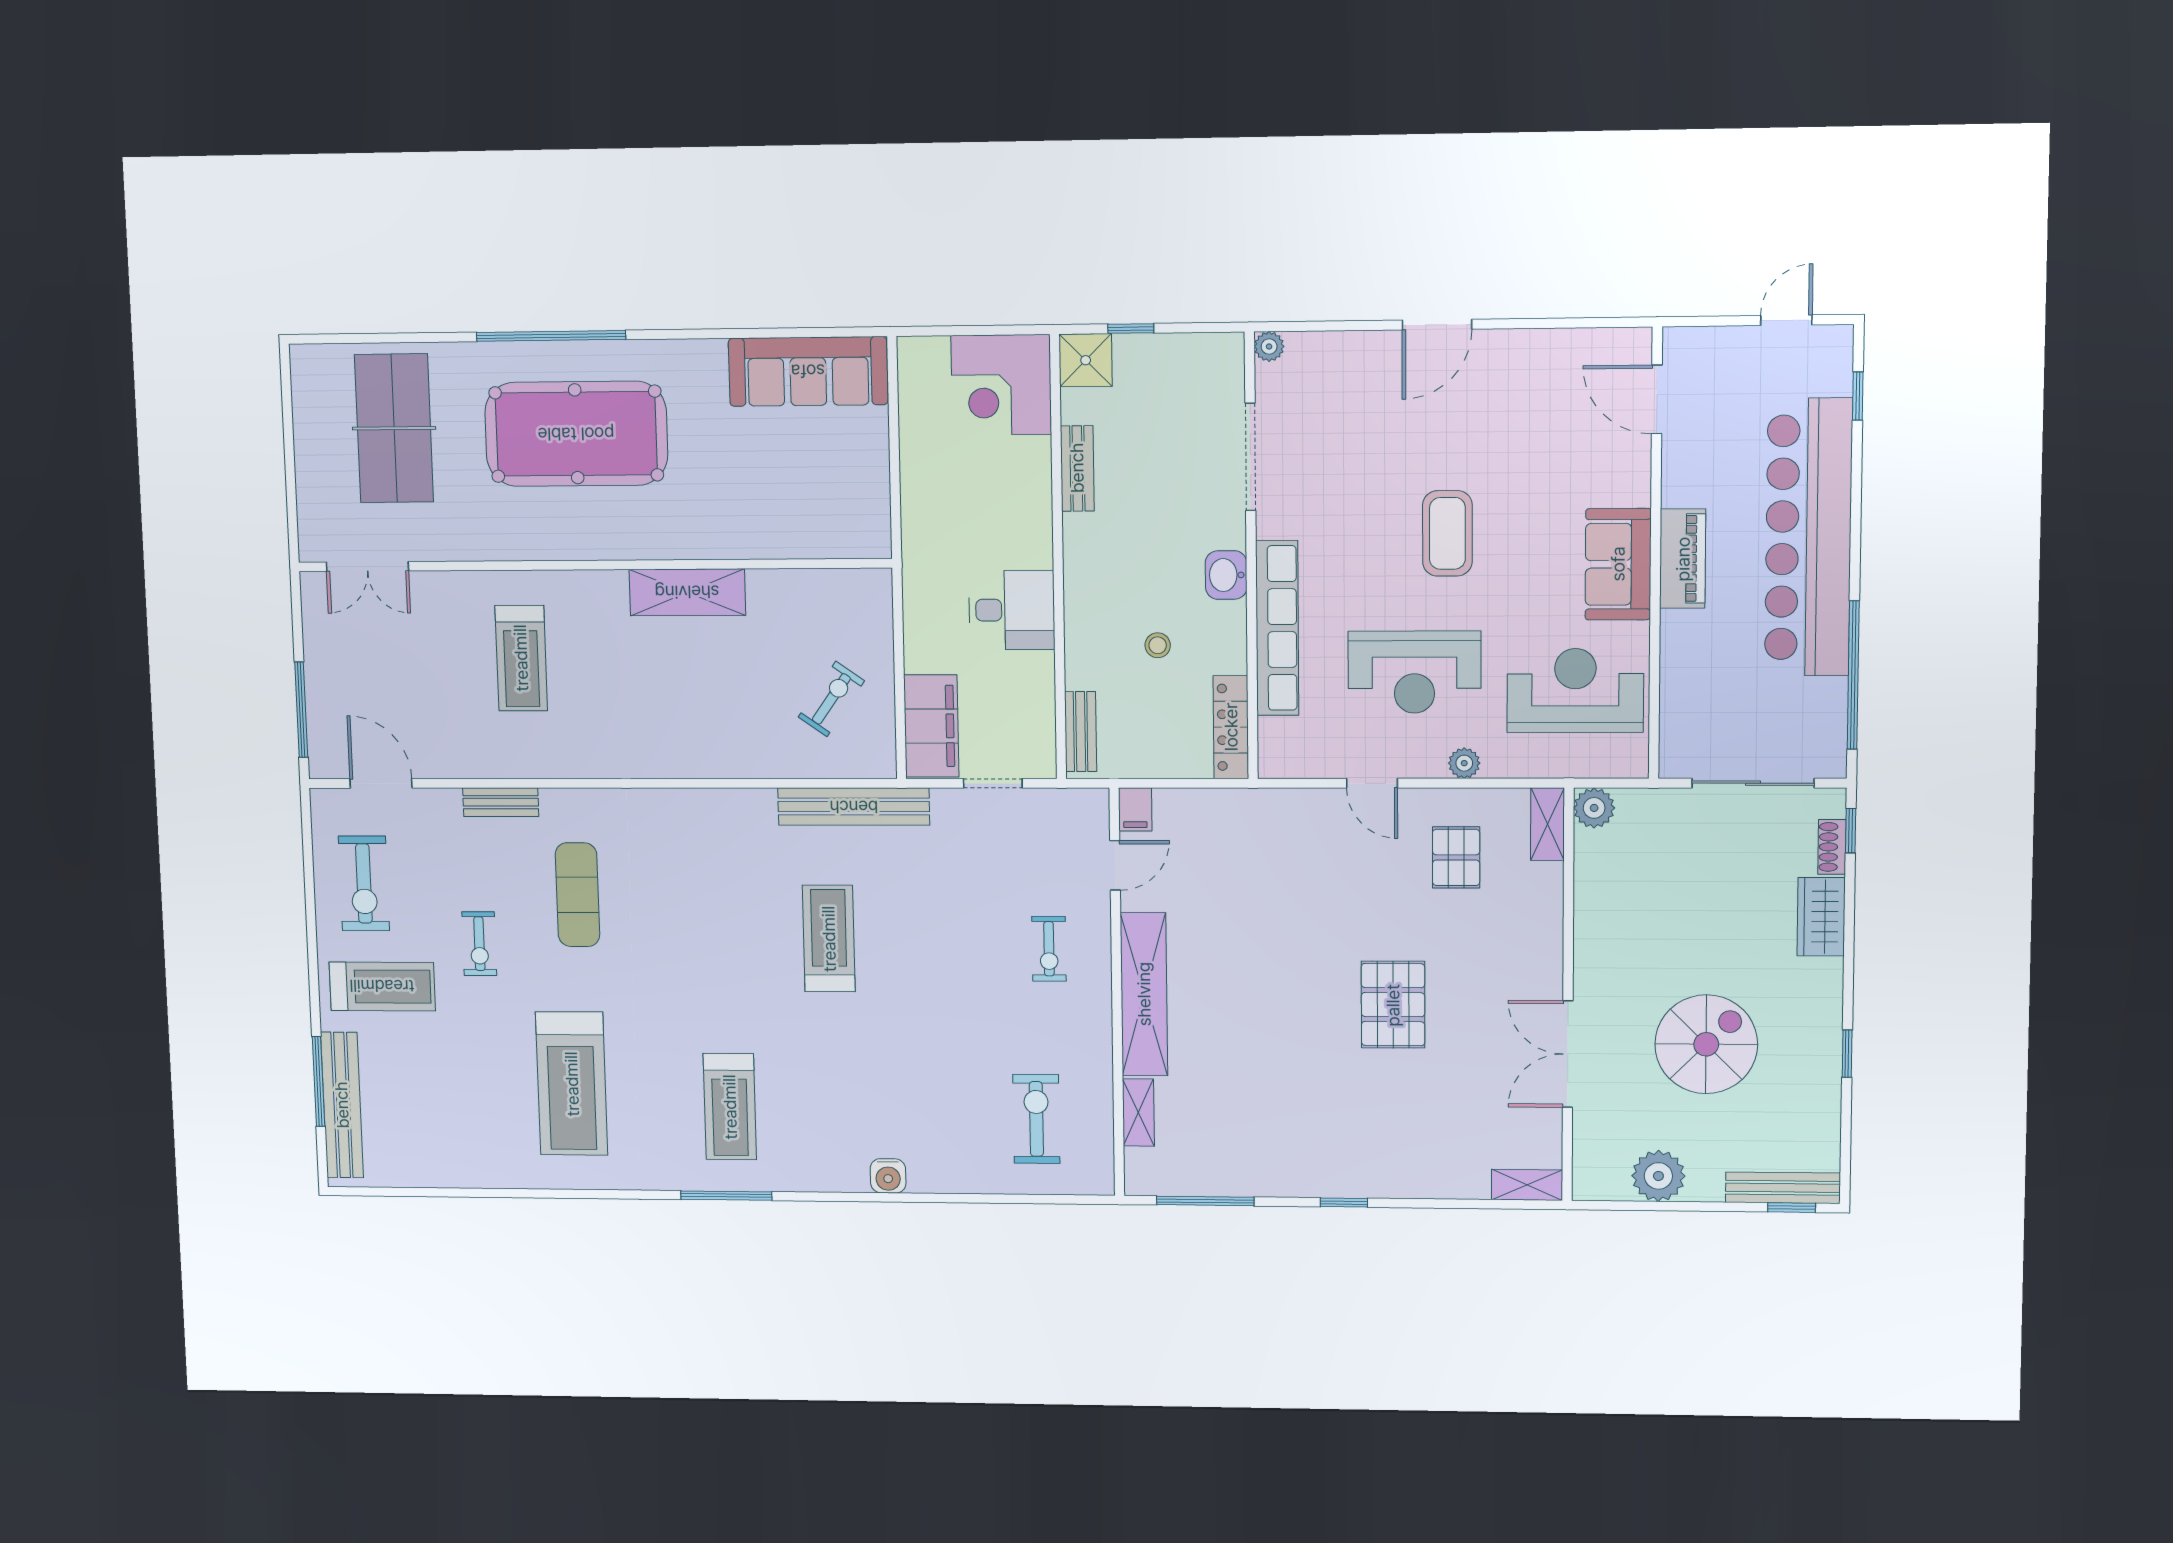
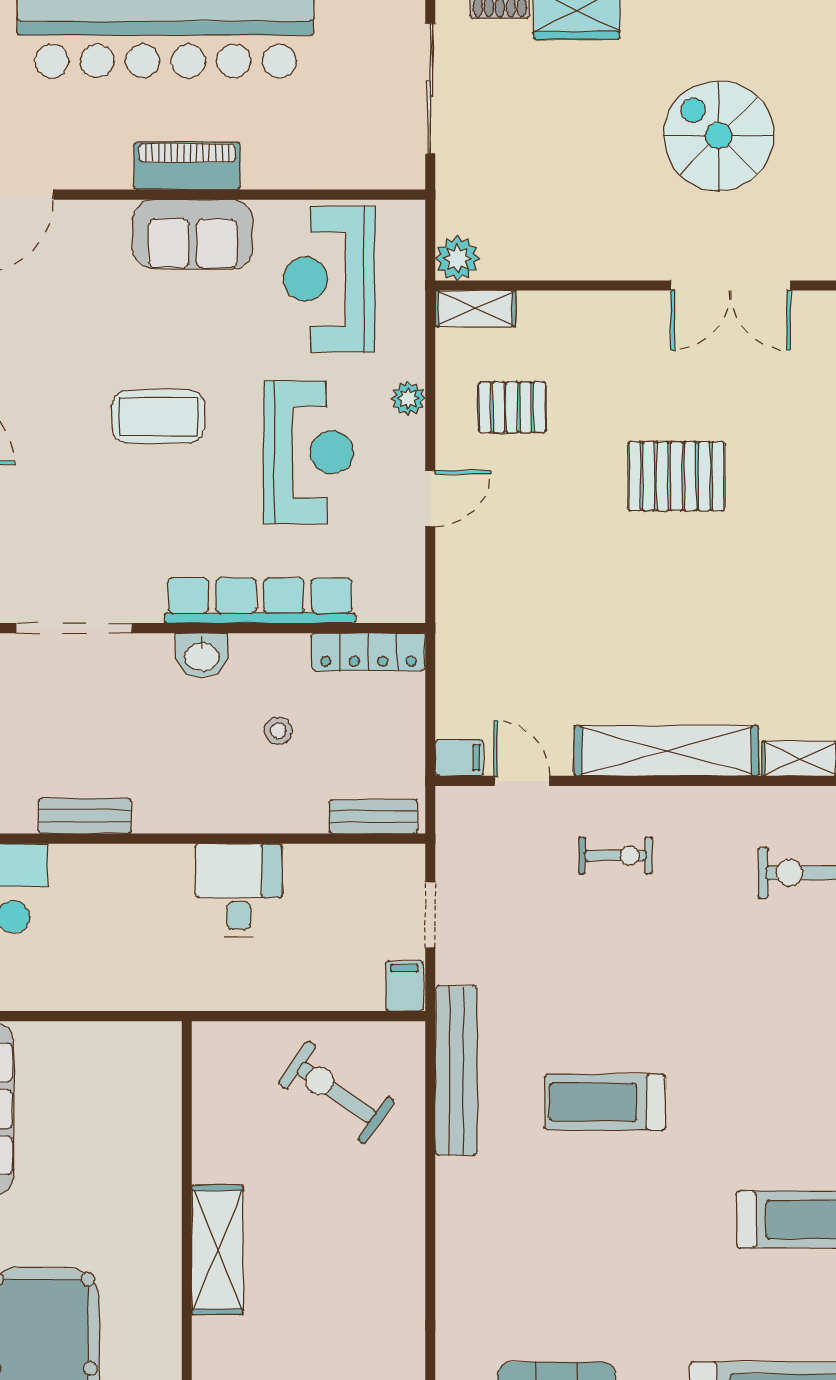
exercise bike: (831, 699) -> (336, 1092), width x1.38, depth x1.39
filing cabinet: (931, 726) -> (404, 986), width x0.33, depth x0.86

